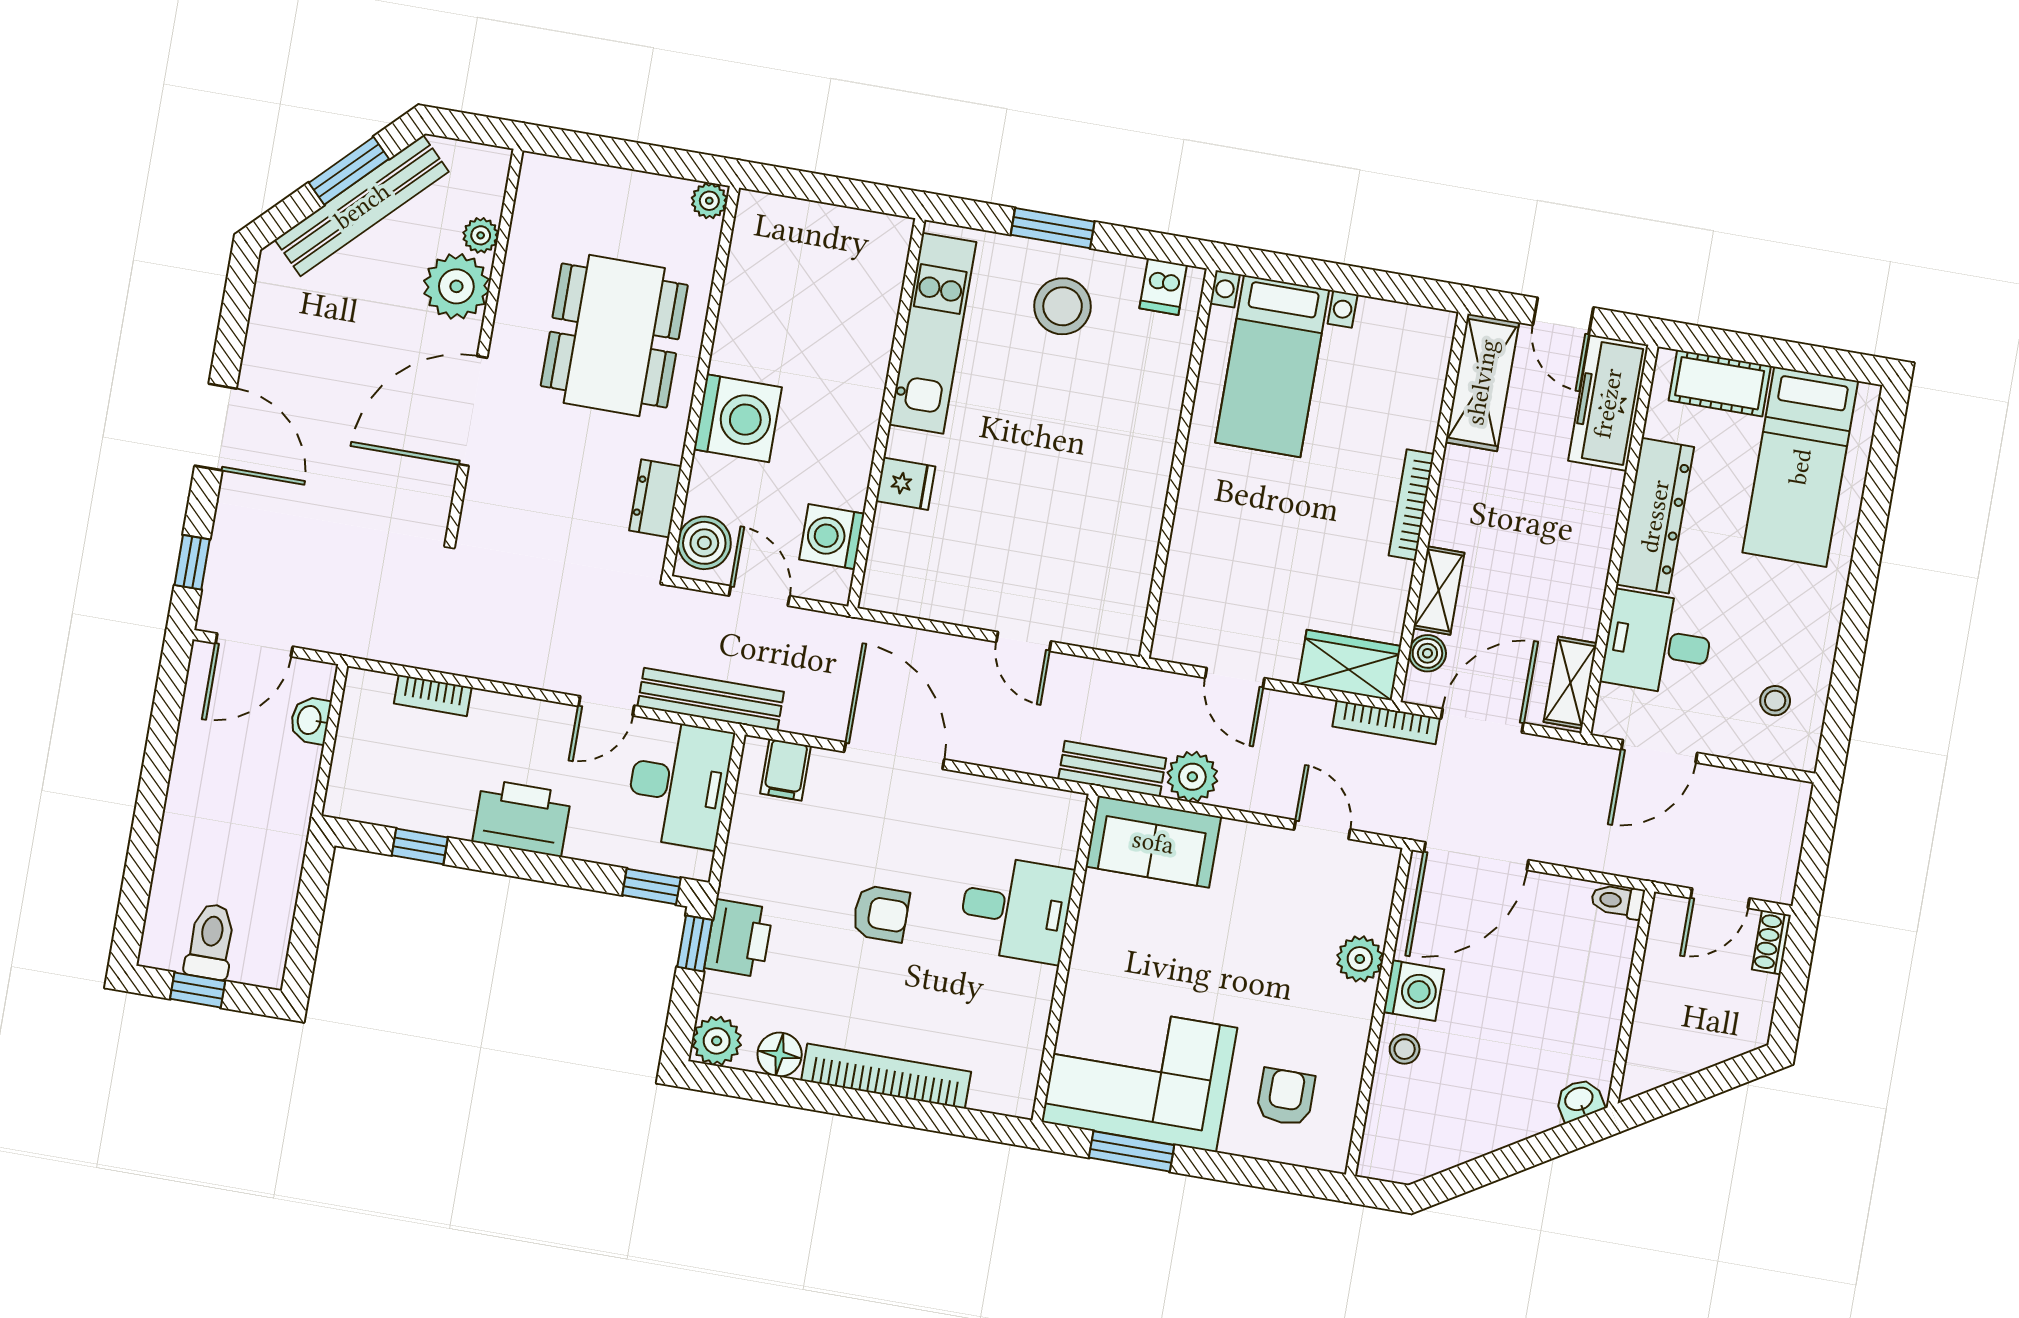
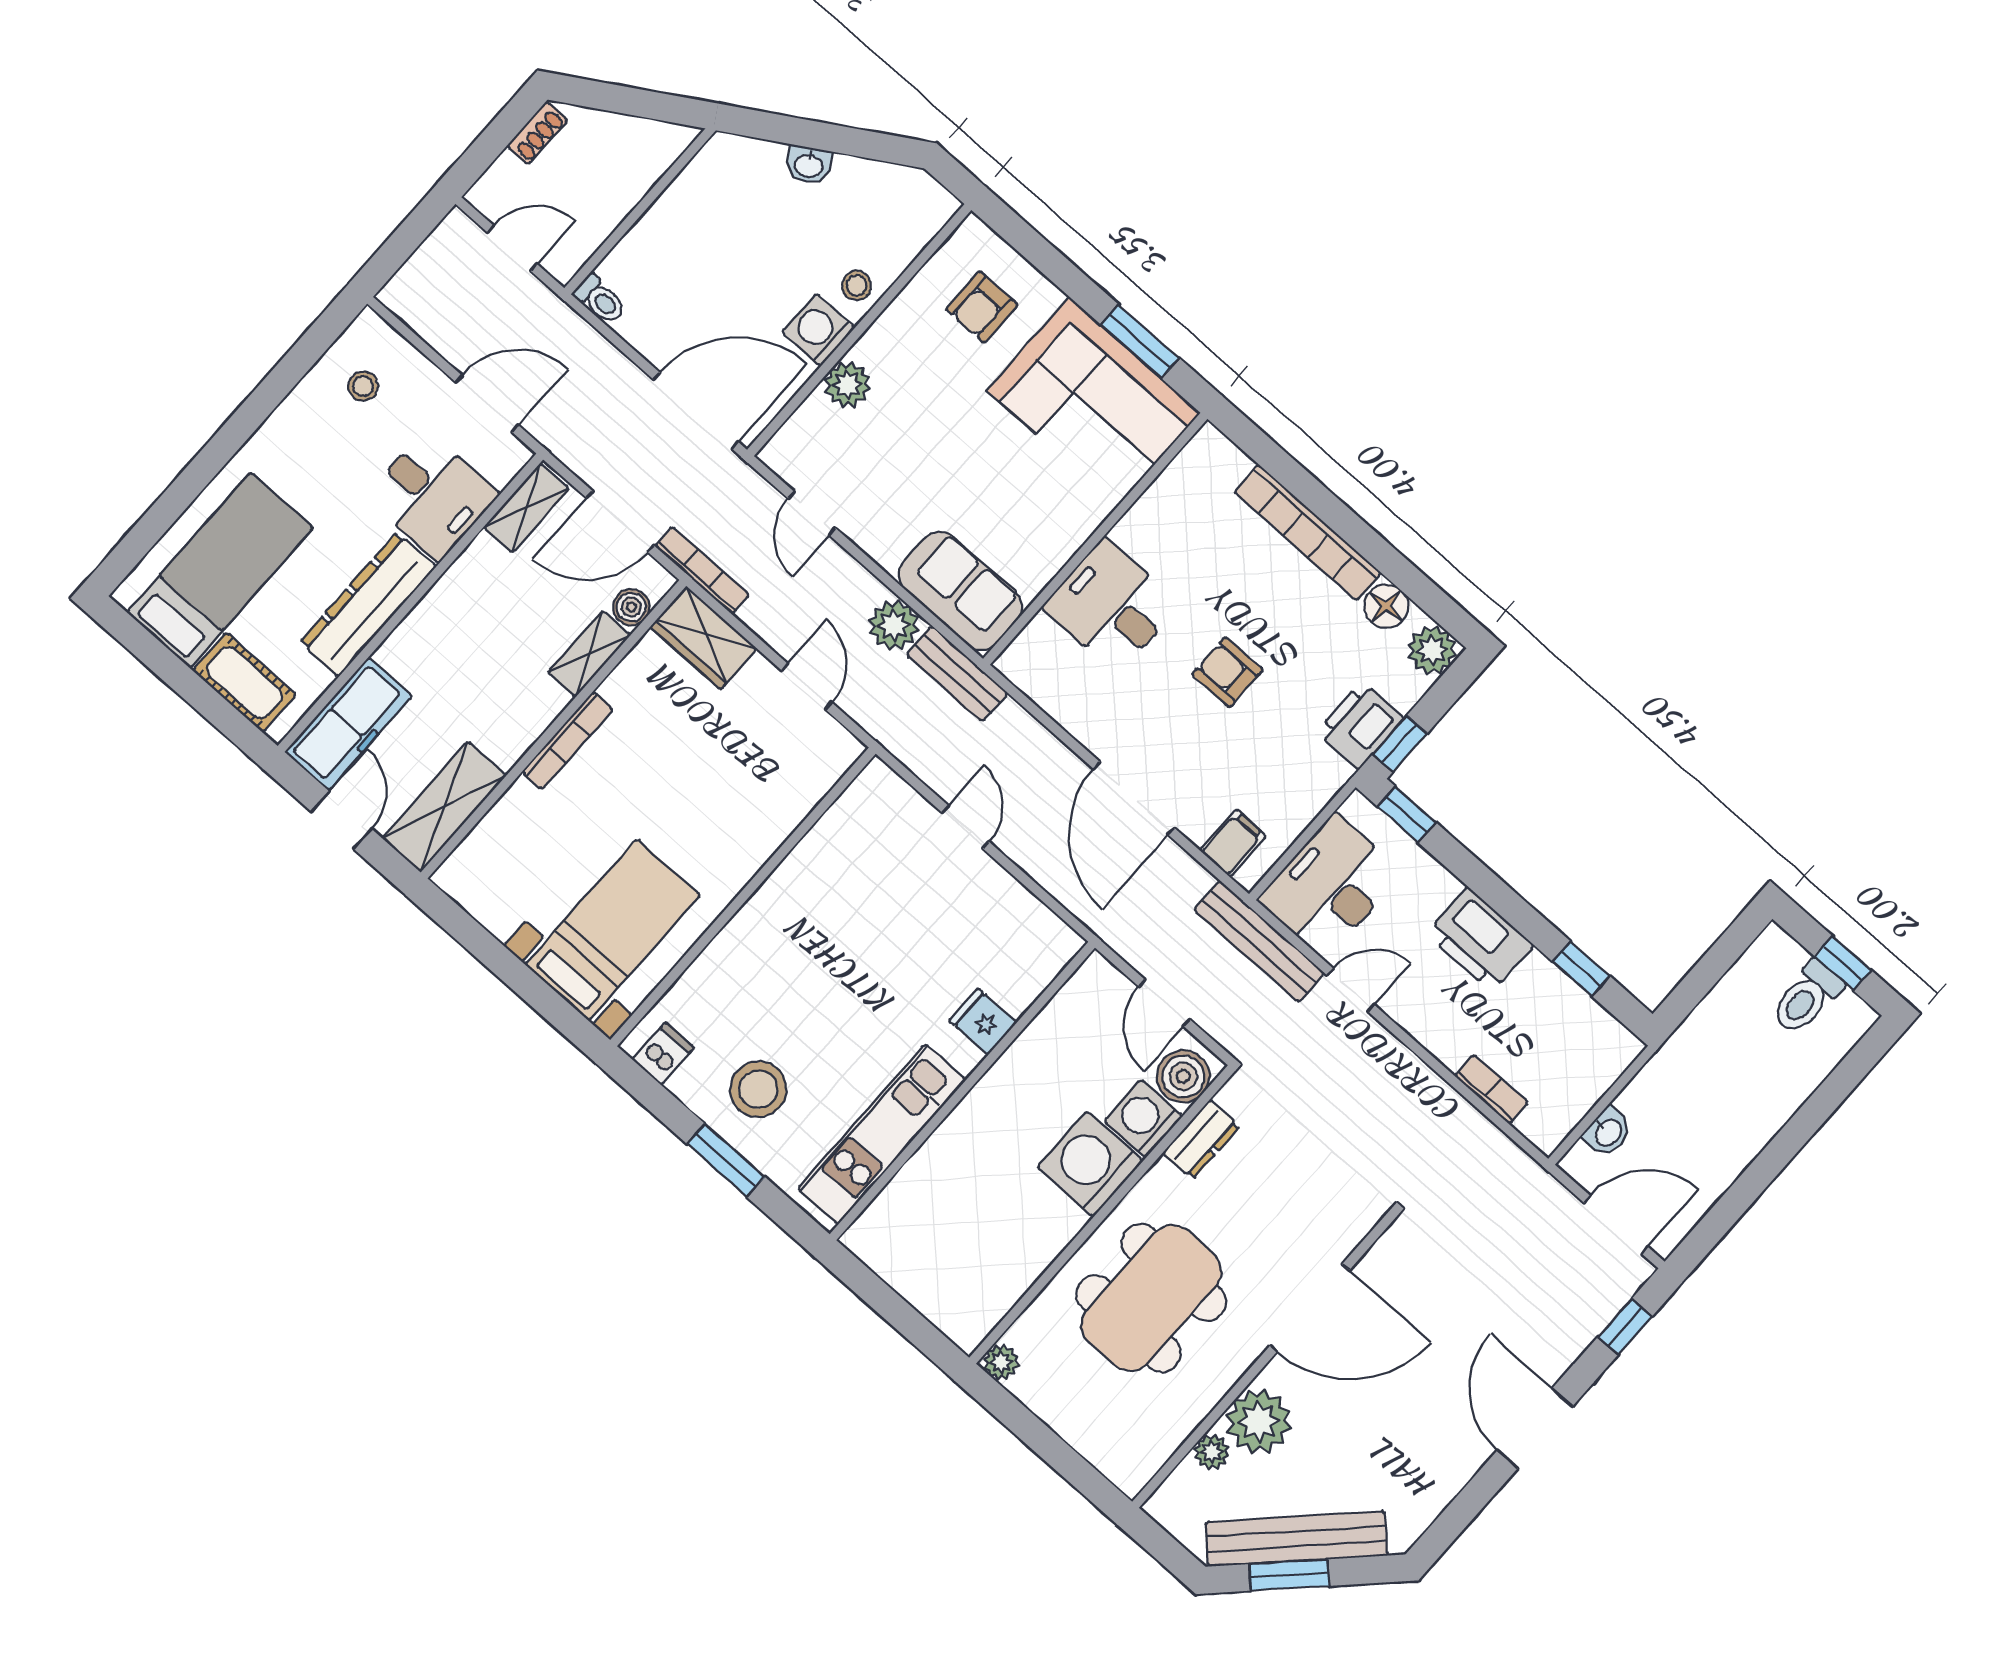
washing machine: (832, 537) -> (1144, 1118), moved, turned 180
shoe rack: (1771, 942) -> (537, 133), moved
washbasin: (1579, 1100) -> (809, 165), moved

